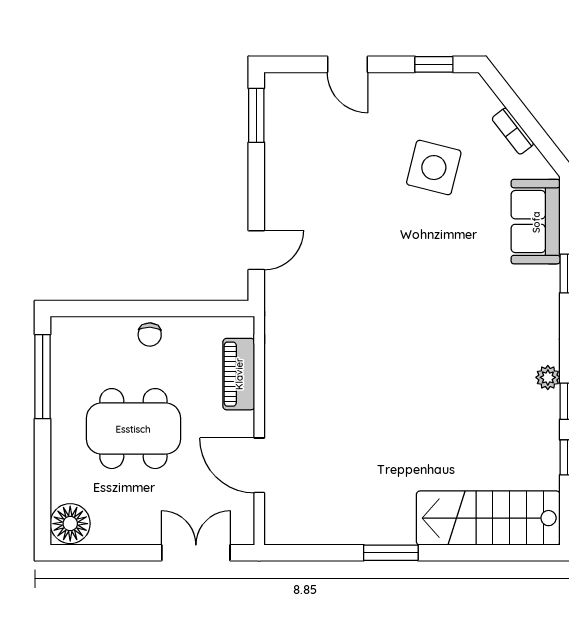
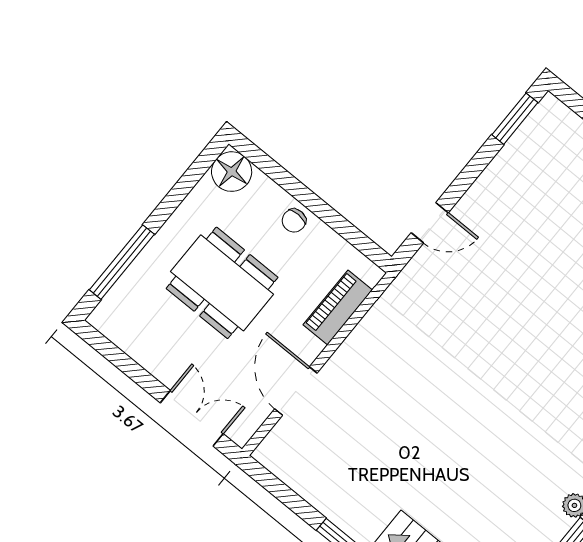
window: (43, 377) -> (122, 262), moved
floor lamp: (70, 524) -> (232, 172), moved

